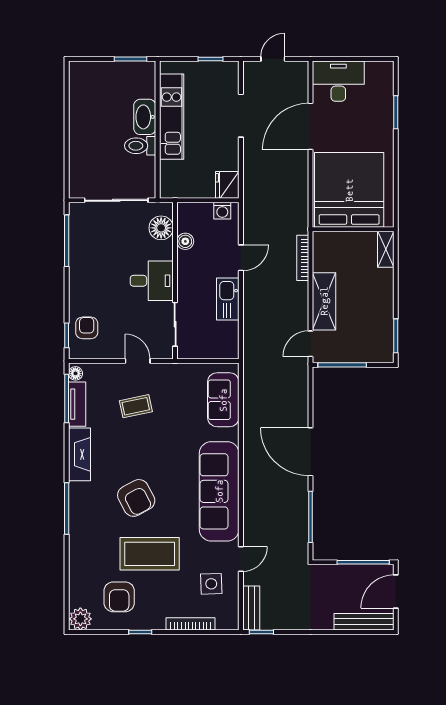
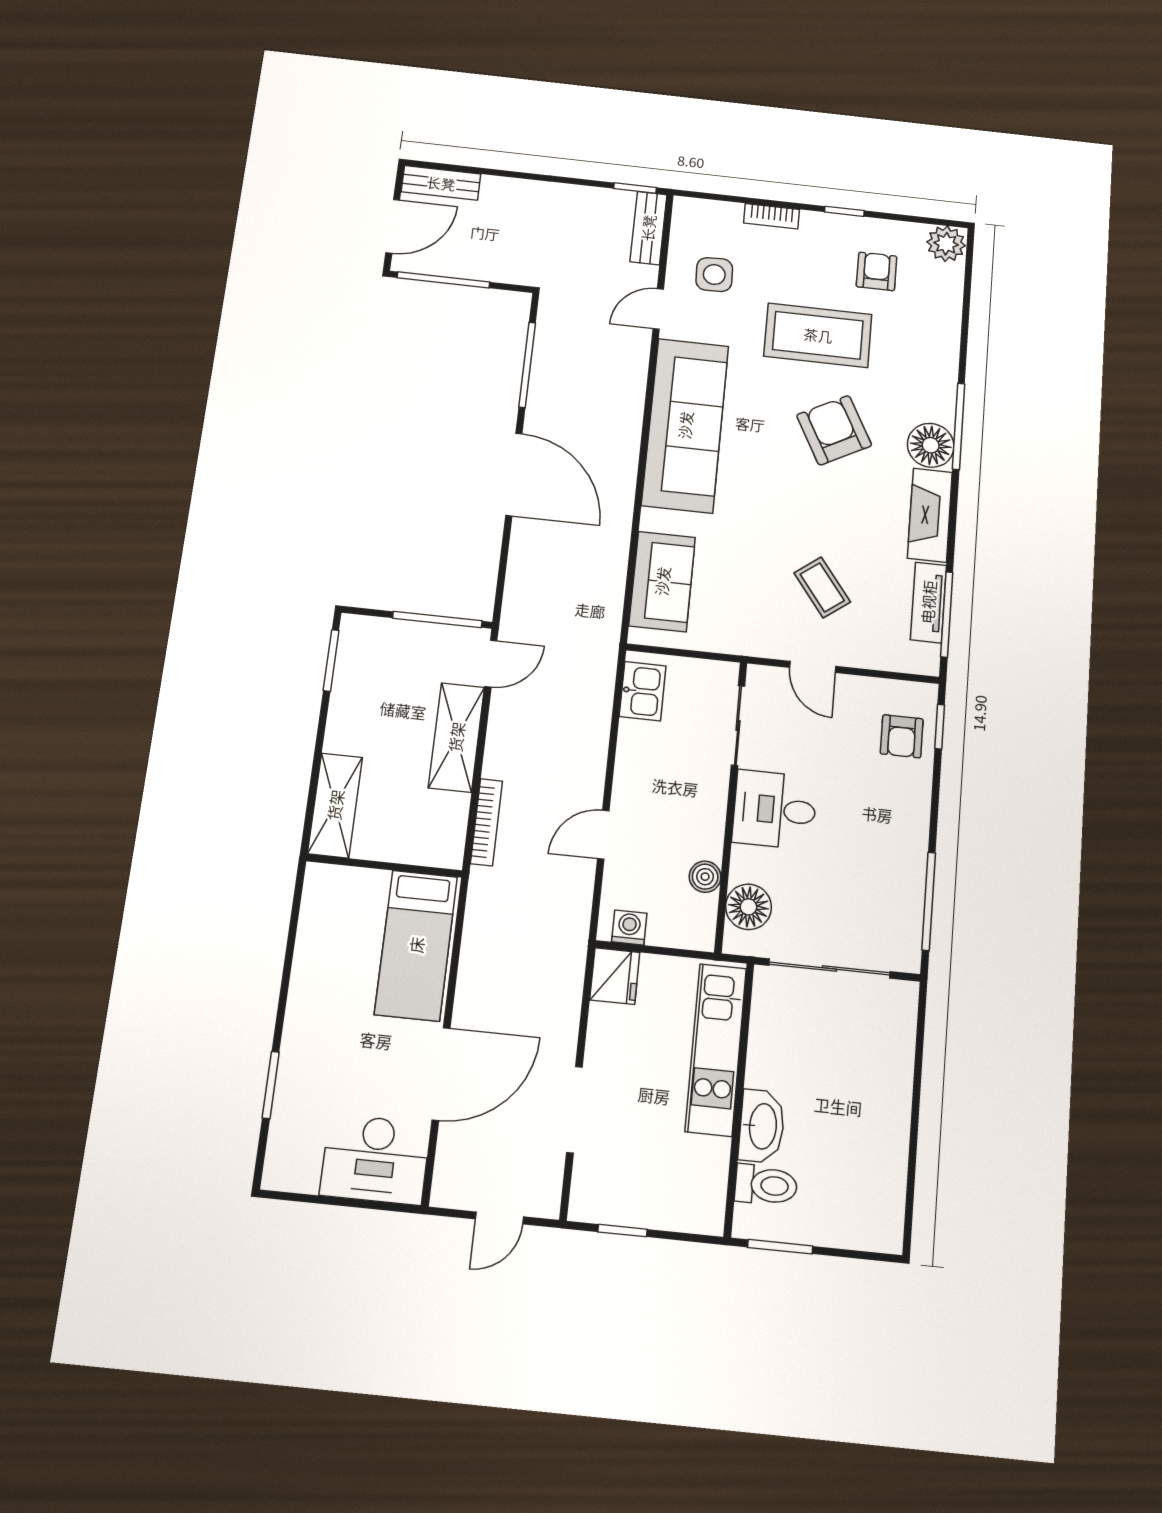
kitchen unit: (172, 117) -> (716, 1049), moved
toilet: (140, 146) -> (766, 1185), moved
bed: (349, 190) -> (416, 945), width x0.49
shelving: (386, 249) -> (335, 805), width x1.50, depth x1.33
kitchen sink: (228, 299) -> (643, 691), moved, width x0.73
floor lamp: (75, 373) -> (931, 445), moved, width x1.89, depth x1.89
coffee table: (136, 406) -> (822, 587), turned 65
armchair: (119, 597) -> (877, 271), width x0.72, depth x0.72
bench: (364, 622) -> (441, 183), width x0.73
bookcase: (191, 624) -> (772, 216), width x0.64

